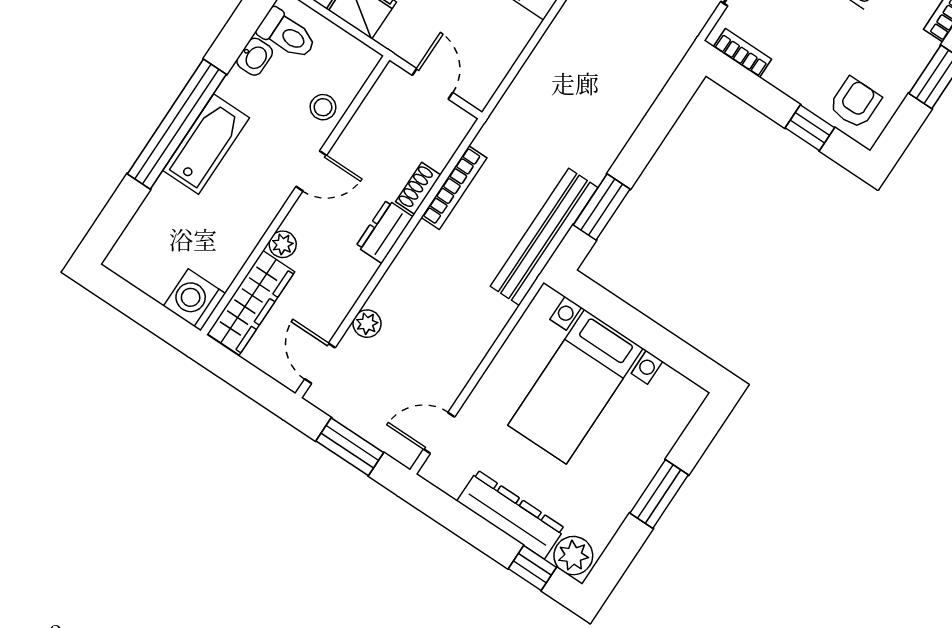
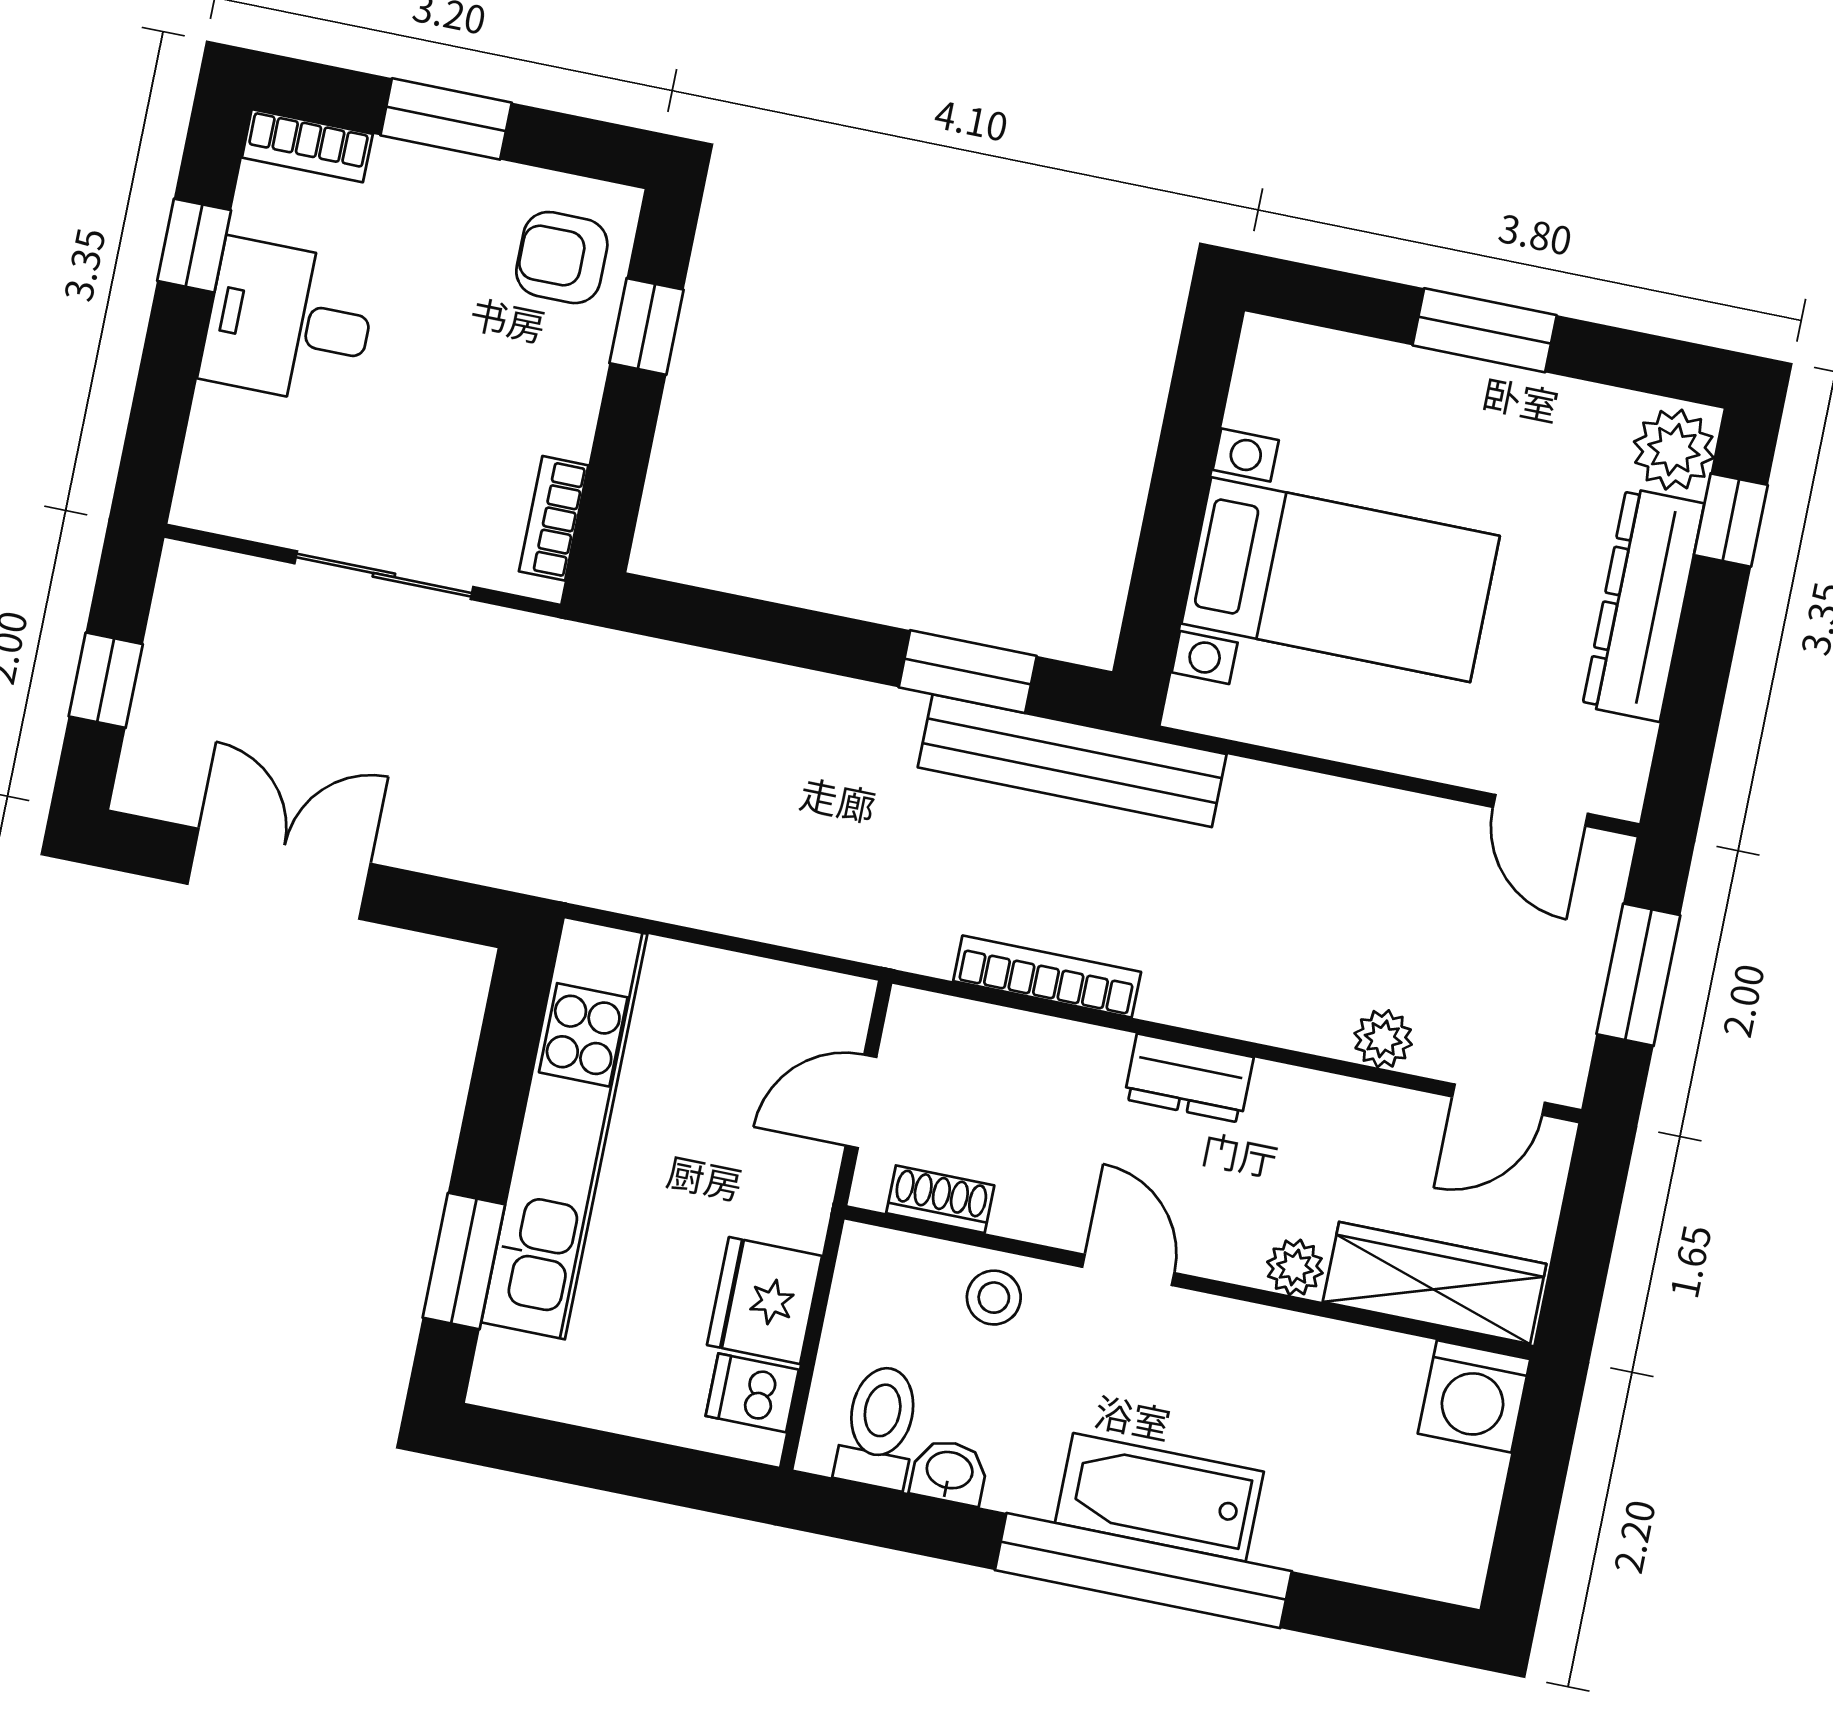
shoe rack: (418, 188) -> (940, 1199), moved, turned 180

